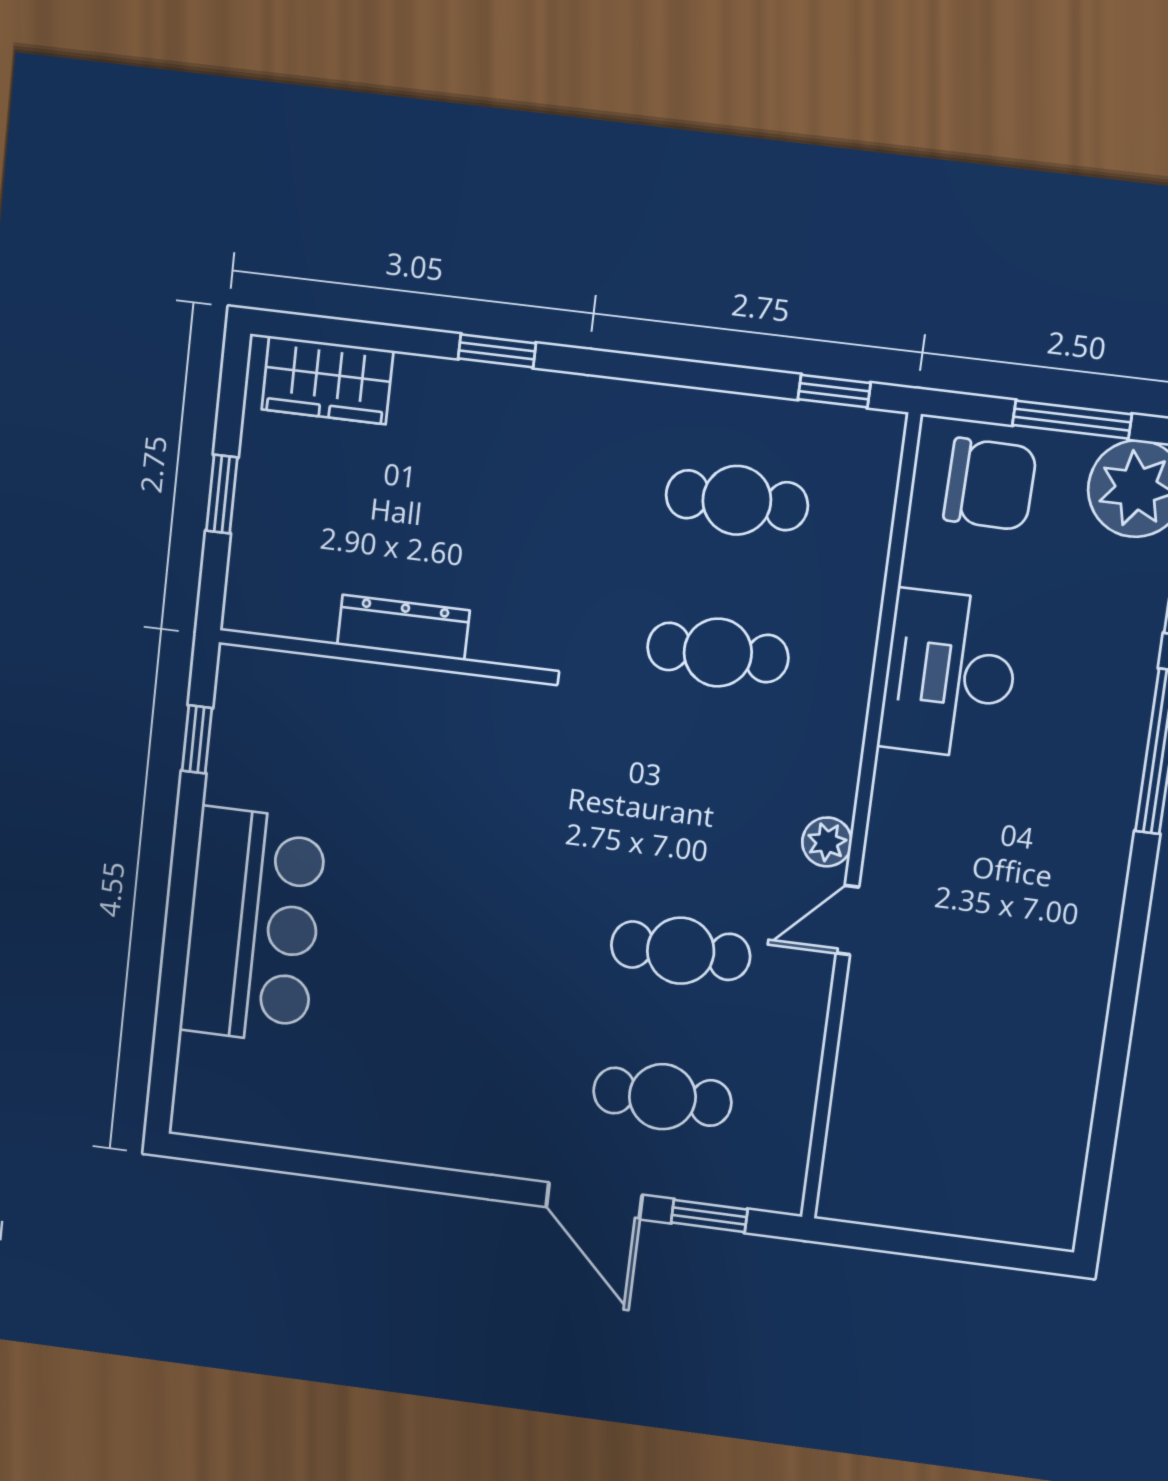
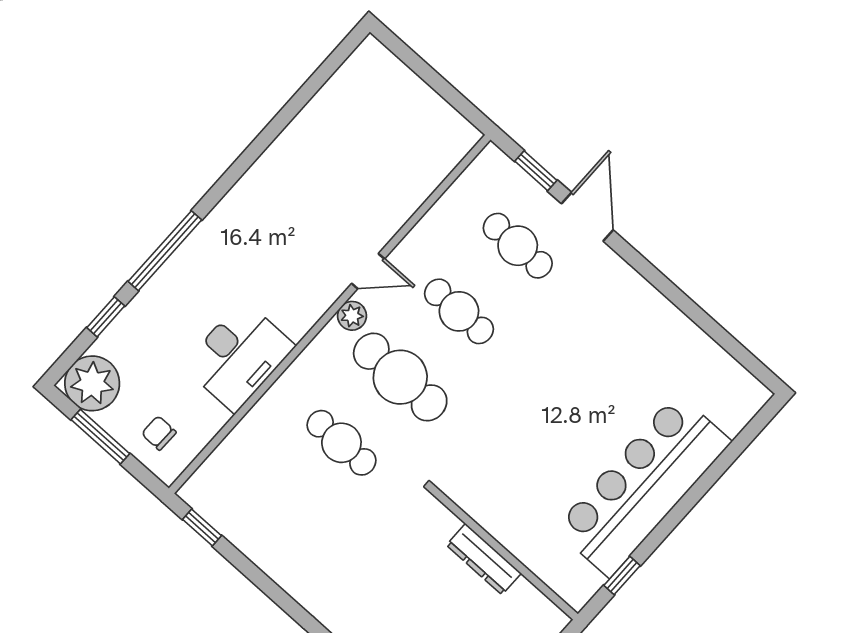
chair: (990, 484) -> (159, 433), width x0.54, depth x0.54
cafe table: (737, 500) -> (400, 377), moved, width x1.37, depth x1.35
bar counter: (253, 926) -> (643, 485), width x1.36

